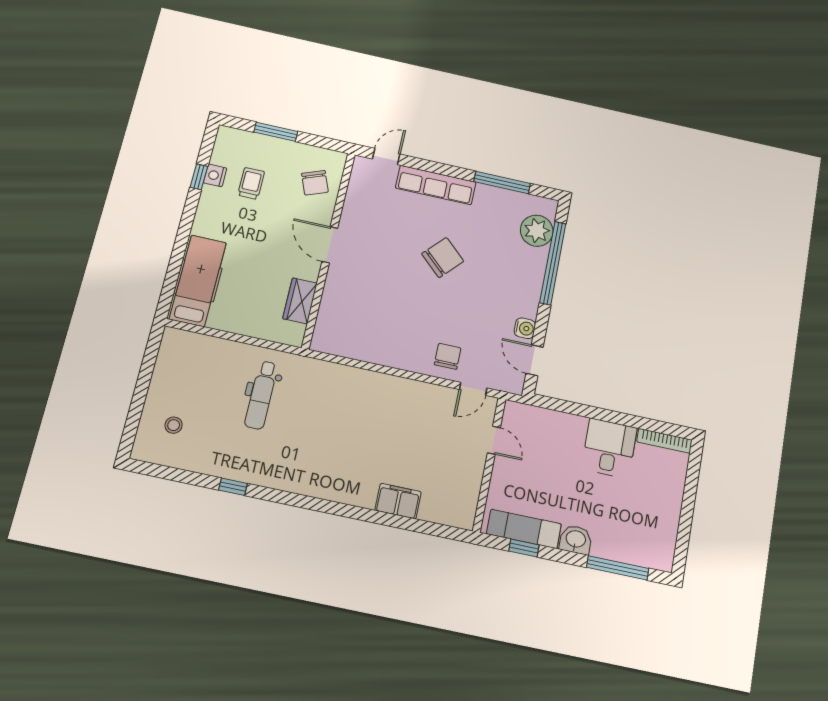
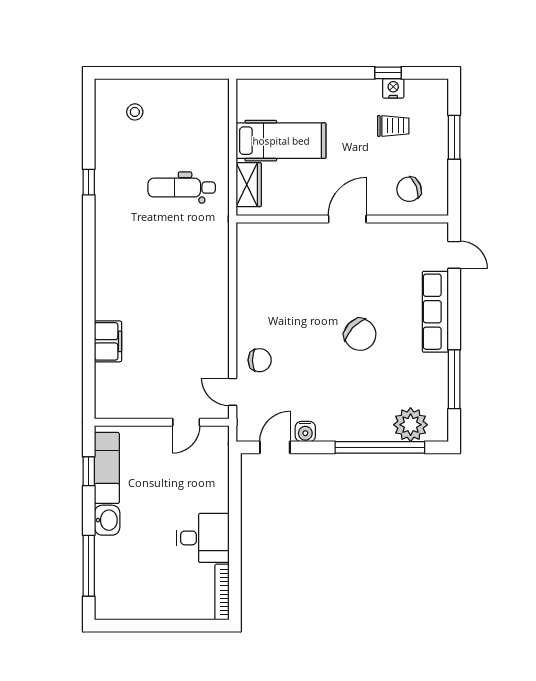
hospital bed: (198, 281) -> (281, 141), moved
wardrobe: (300, 301) -> (249, 185), moved, turned 90

